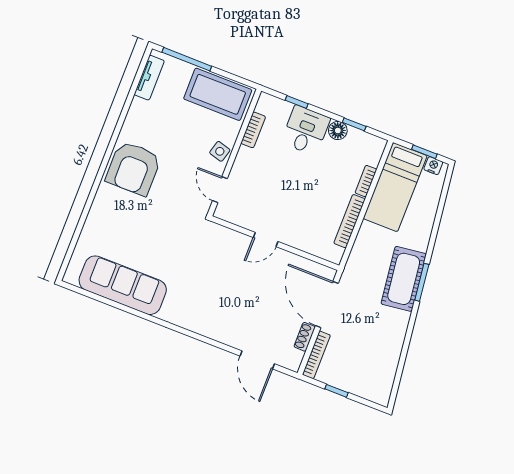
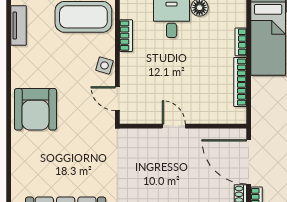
door: (266, 240) -> (174, 126), swing flipped

